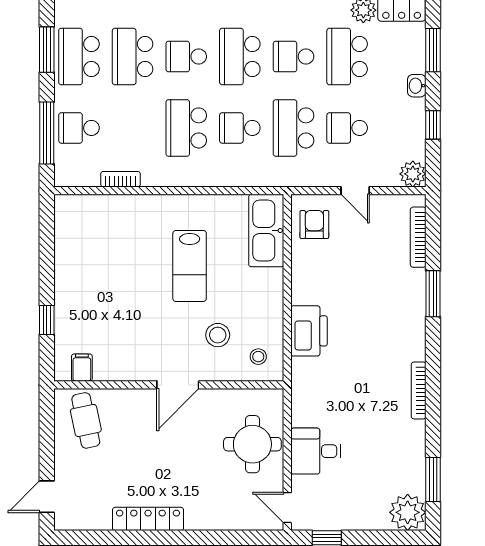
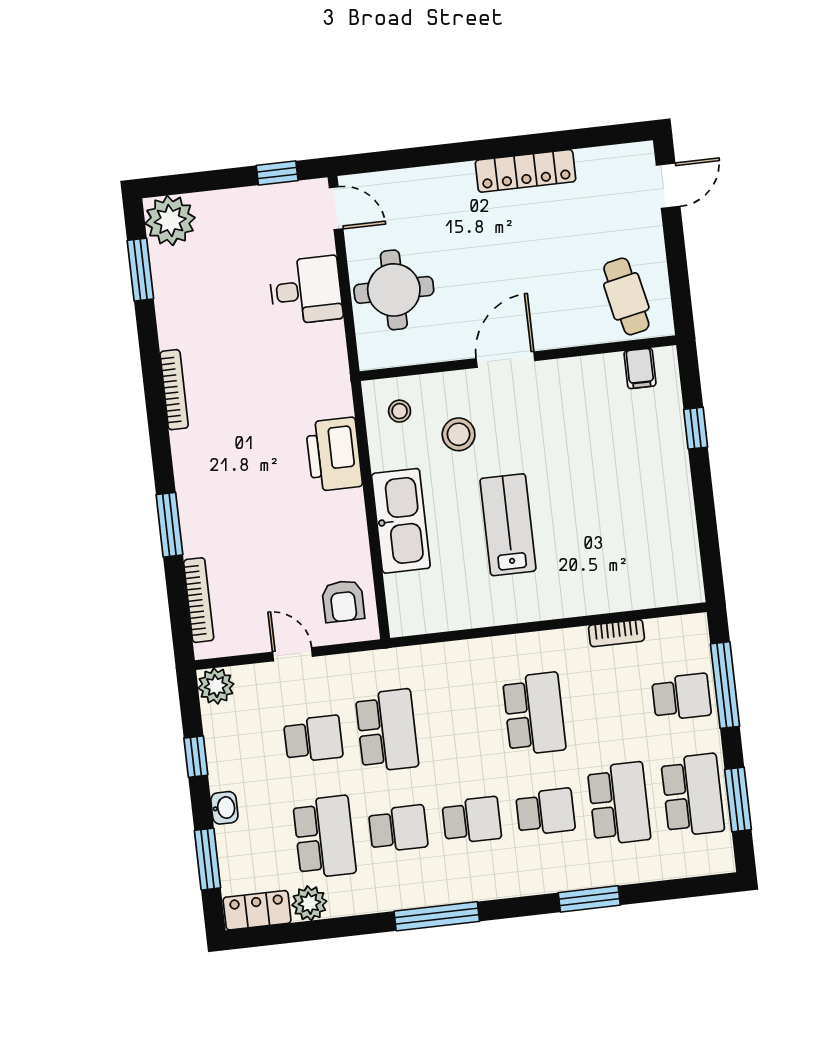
school desk: (240, 56) -> (472, 820), width x0.54
school desk: (240, 128) -> (461, 722), removed
kitchen sink: (266, 231) -> (401, 521), moved

